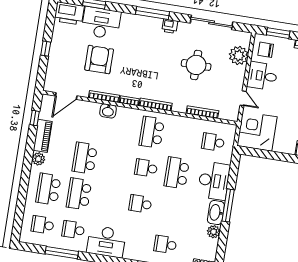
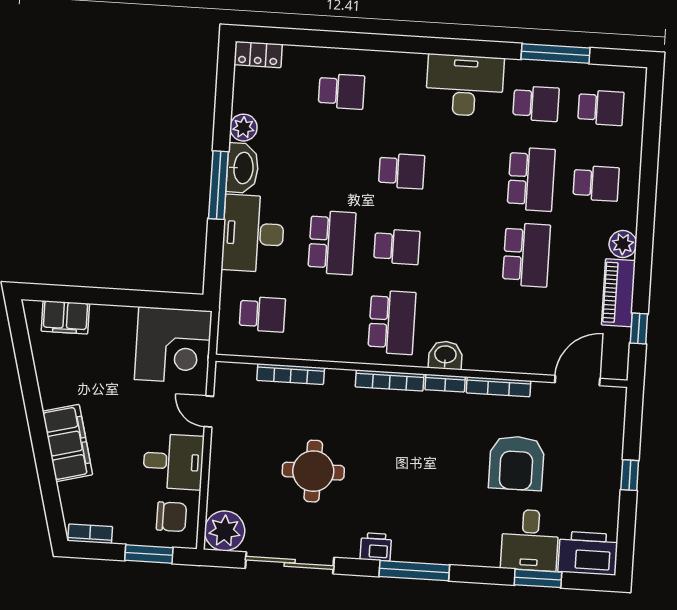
desk: (101, 23) -> (530, 540), width x0.73
plant: (239, 56) -> (225, 531), moved
washbasin: (108, 111) -> (445, 355), moved
school desk: (48, 189) -> (596, 183), width x0.54

